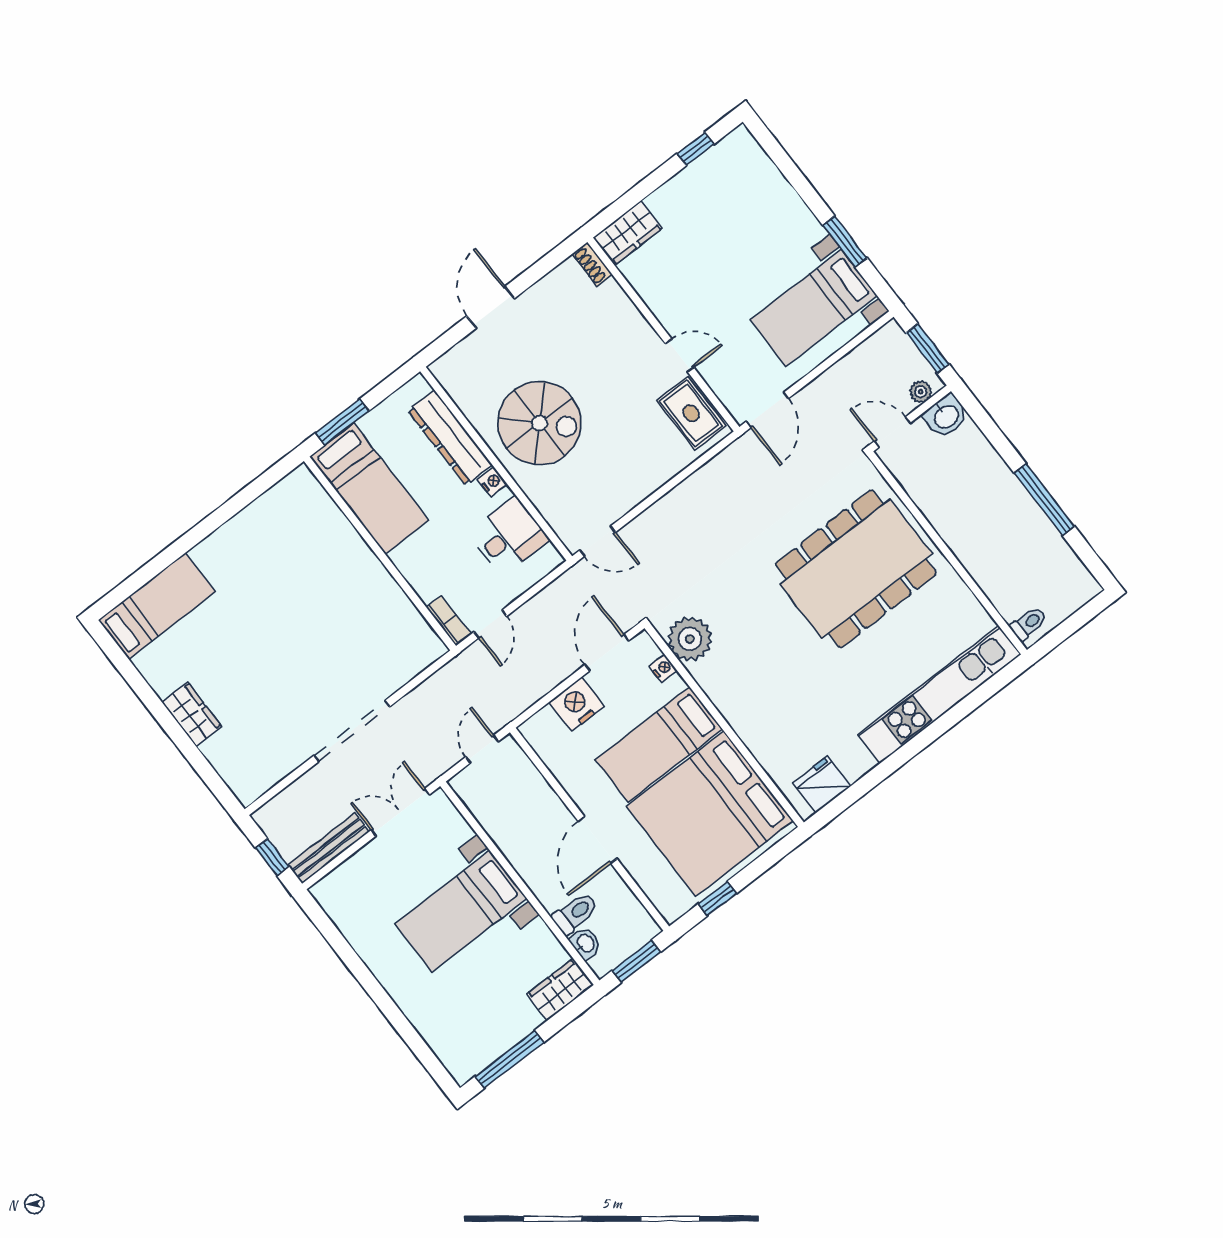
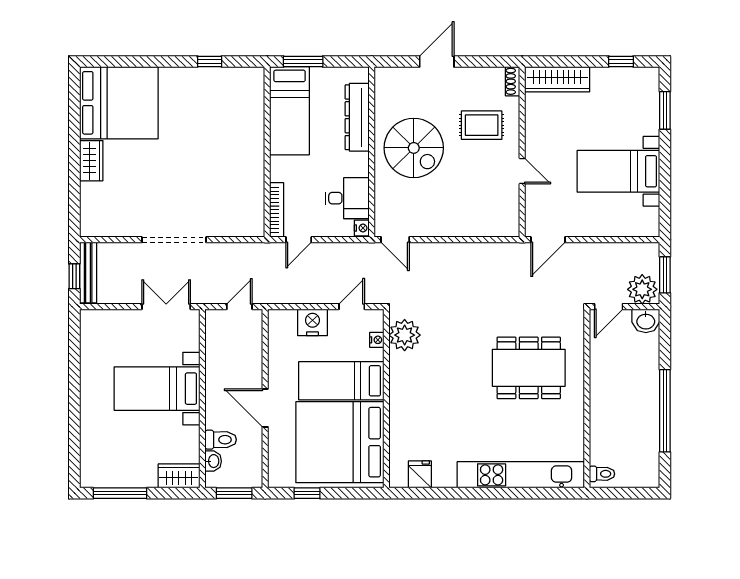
wardrobe: (628, 233) -> (557, 79), width x1.50
window: (845, 242) -> (665, 110), moved
bed with nightstands: (814, 308) -> (618, 171), moved
plant: (921, 392) -> (642, 289), width x1.88, depth x1.88
rug: (691, 413) -> (482, 125), moved, turned 90
door: (892, 432) -> (609, 307), swing flipped
nightstand: (492, 482) -> (362, 228), moved
window: (1044, 500) -> (665, 411), width x1.46
window: (238, 502) -> (210, 61), added
dining table: (856, 569) -> (529, 368), width x0.73, depth x0.80
bed: (157, 606) -> (119, 103), width x2.04
bookcase: (449, 621) -> (277, 210), width x1.56
door: (607, 653) -> (352, 307), width x0.73
fridge: (822, 785) -> (420, 474), width x0.72
door: (598, 840) -> (265, 408), hinge flipped
bench: (328, 848) -> (88, 273), moved, turned 90

